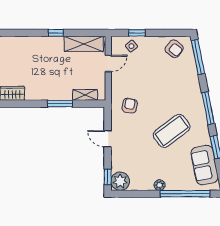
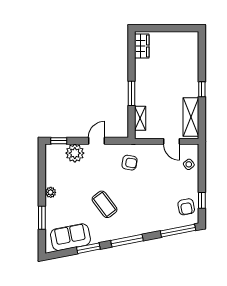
window: (137, 33) -> (202, 200), moved
armchair: (174, 49) -> (186, 207), turned -50
coffee table: (172, 131) -> (105, 204), width x0.73, depth x0.76
plant: (120, 181) -> (75, 153), moved
window: (185, 194) -> (42, 218), width x0.47

